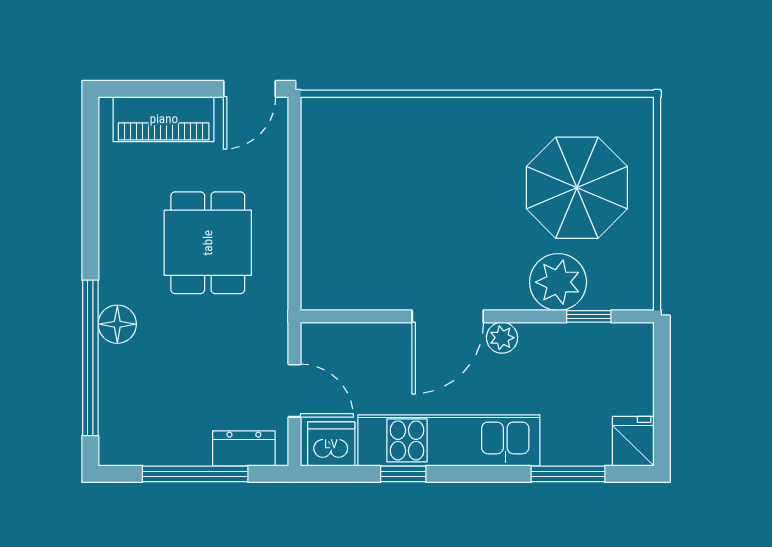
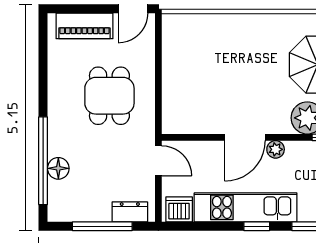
floor lamp: (117, 324) -> (58, 168), moved
door: (294, 391) -> (158, 161), moved
window: (403, 474) -> (257, 226), moved

